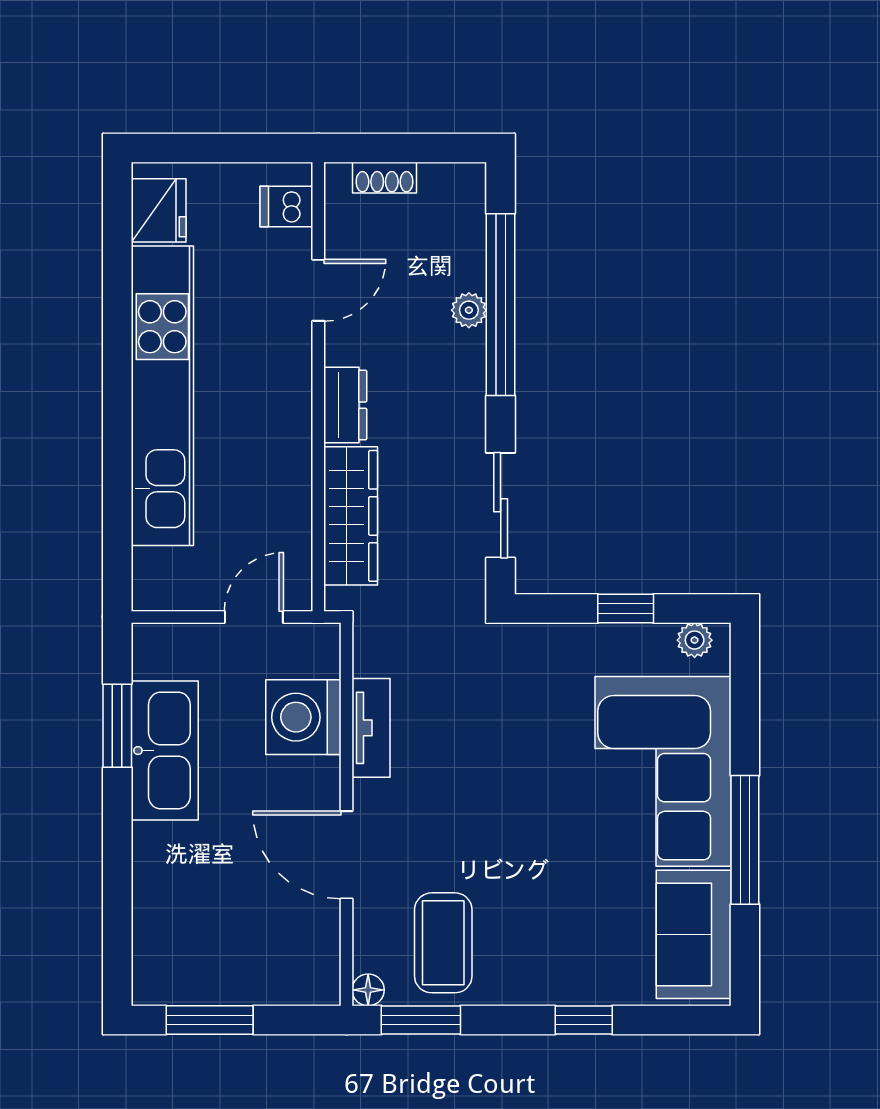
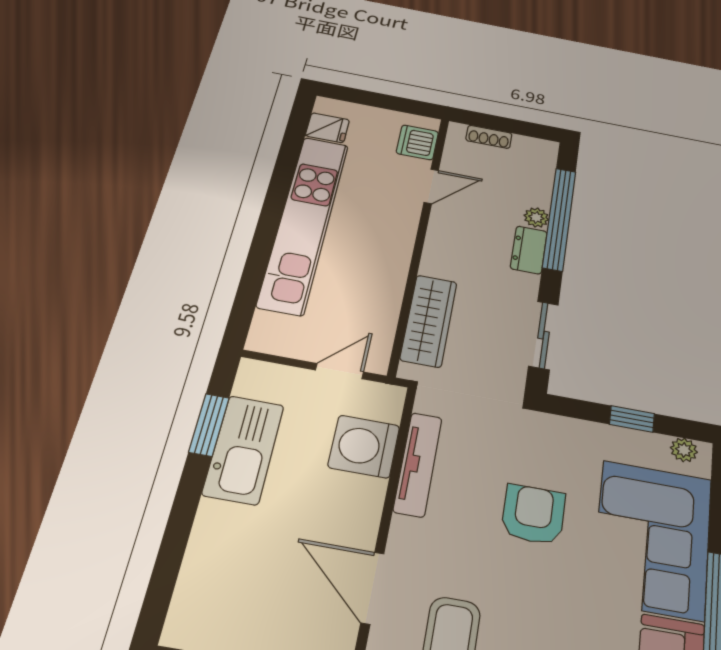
dishwasher: (286, 207) -> (417, 142), width x1.38
fridge: (159, 210) -> (327, 128), width x0.72
dresser: (345, 405) -> (529, 250), moved, turned 180
tv unit: (371, 728) -> (418, 464), width x1.41
armchair: (517, 767) -> (533, 514), added
door: (346, 855) -> (372, 588), moved

